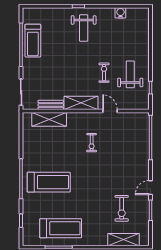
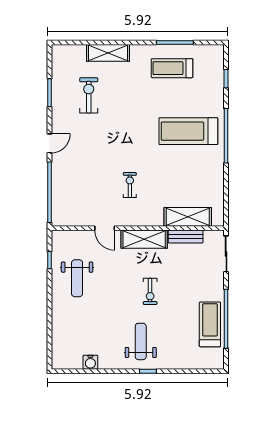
exercise bike: (104, 73) -> (150, 291), moved
door: (150, 188) -> (49, 143), moved
treadmill: (61, 228) -> (172, 68), width x0.73, depth x0.73
shelving: (124, 240) -> (108, 53), moved

